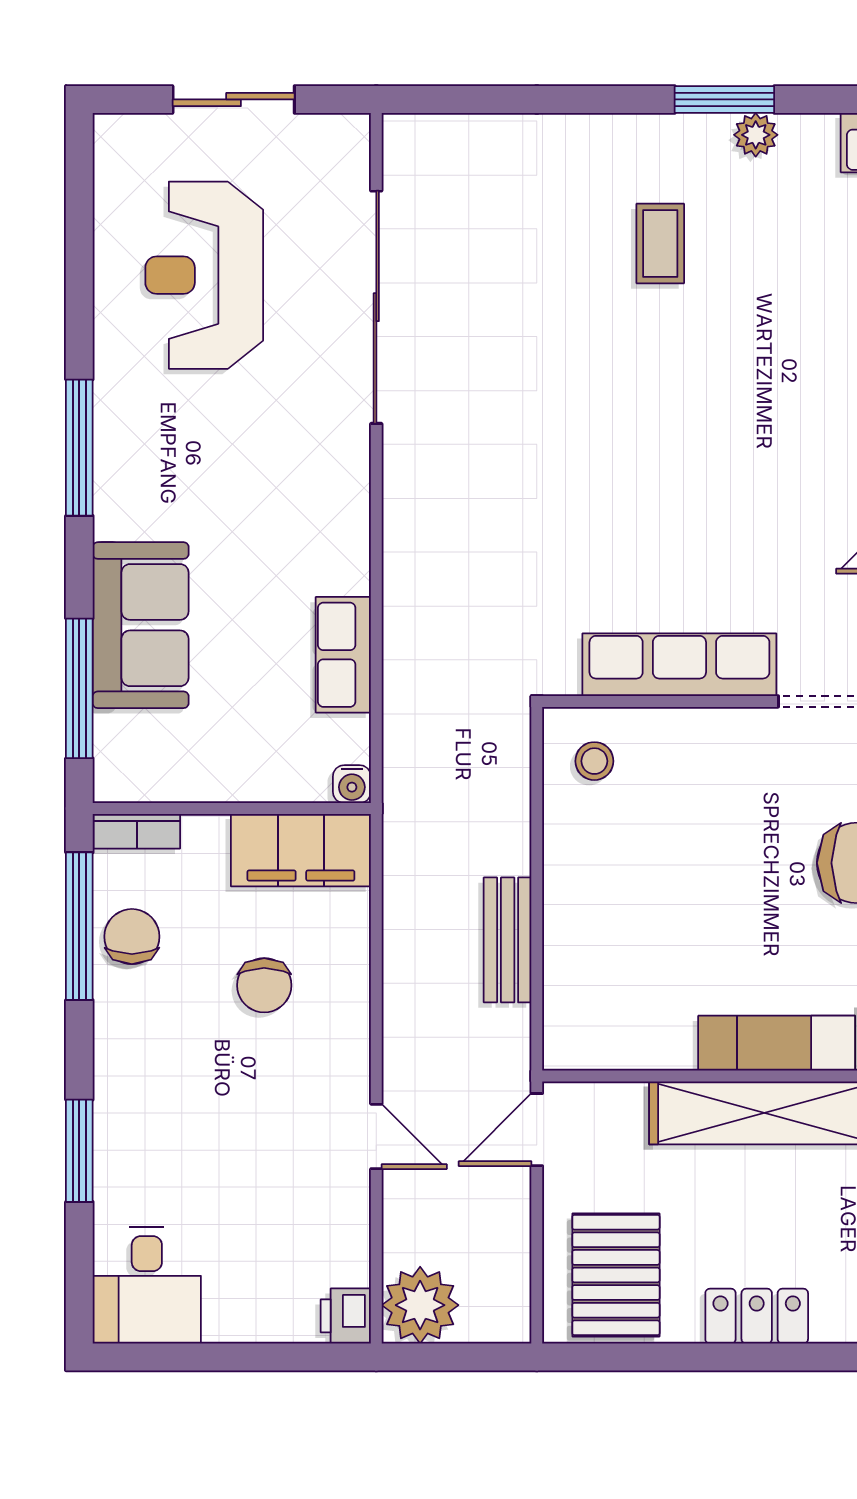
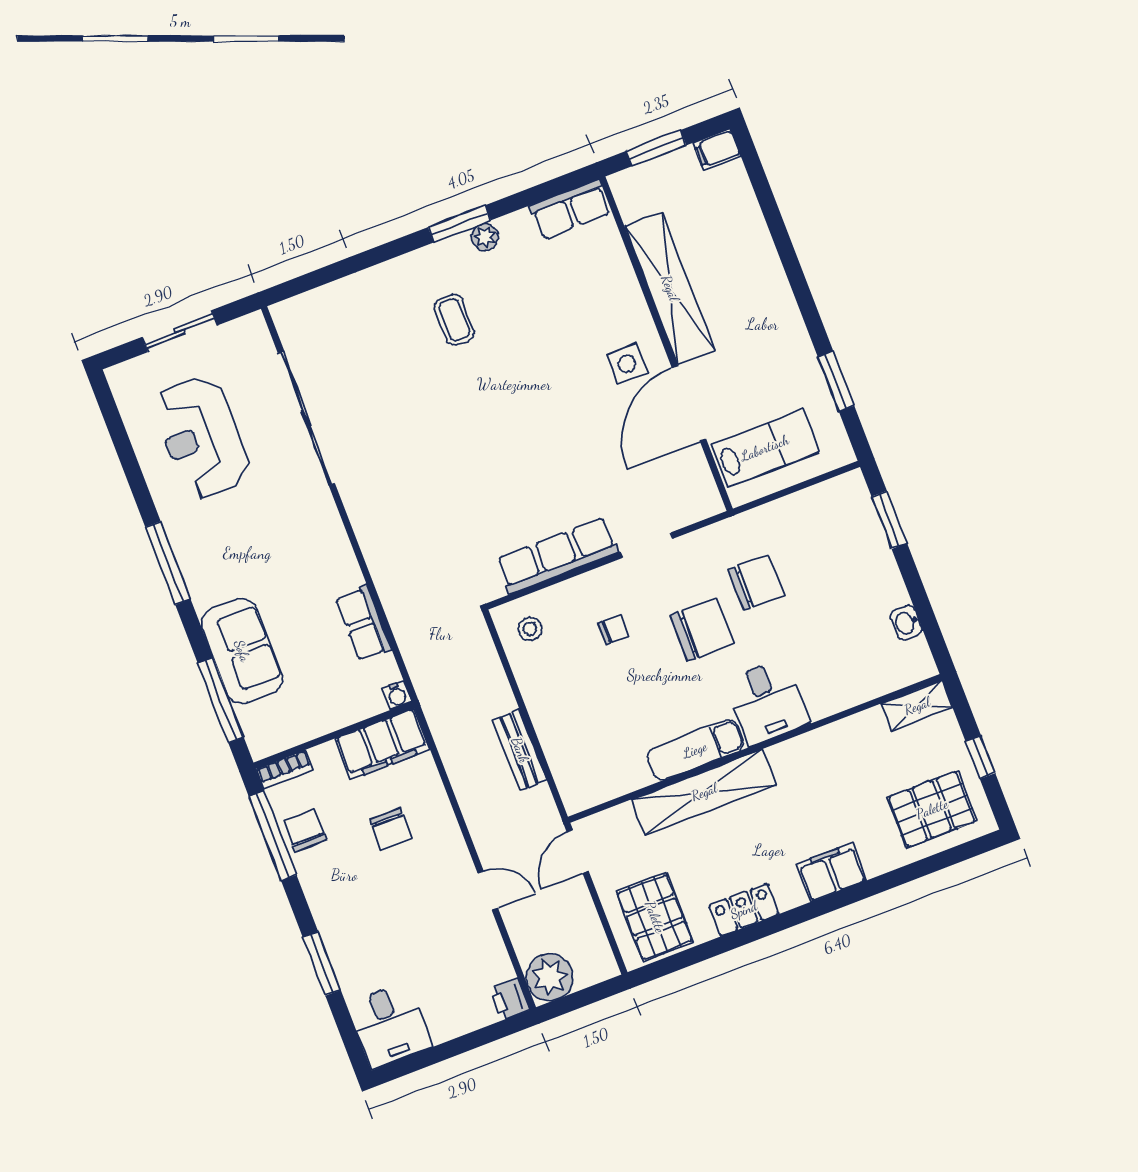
chair: (722, 811) -> (613, 630), added

